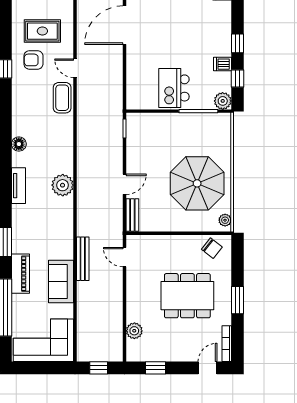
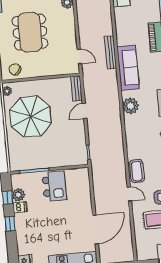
plant: (223, 101) -> (18, 195), moved
sofa: (61, 281) -> (128, 68), moved, width x1.36
dining table: (187, 296) -> (30, 32), turned 90

